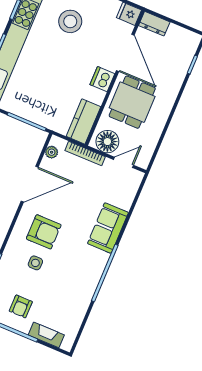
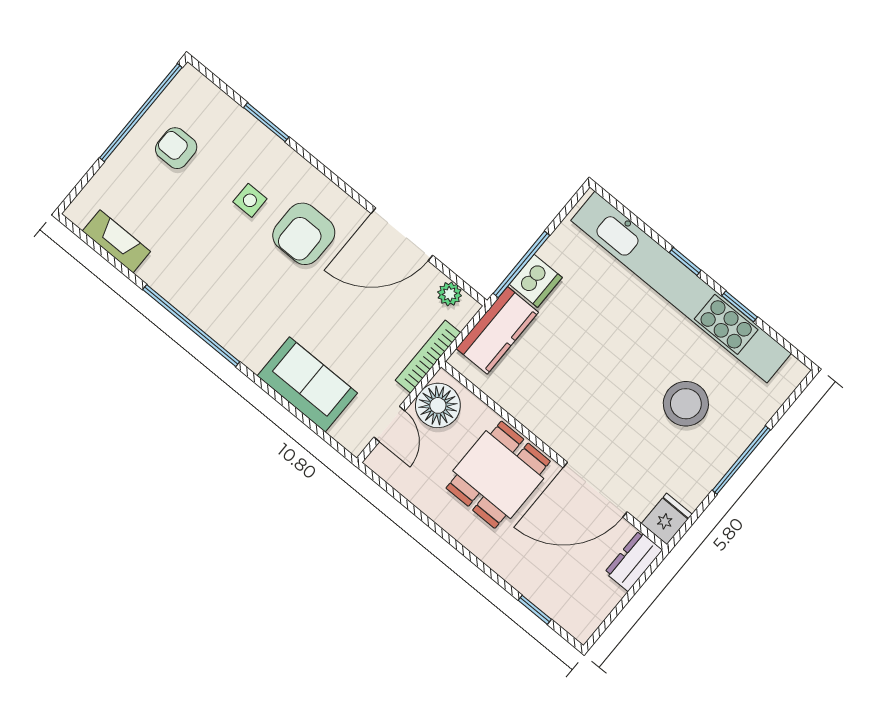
dishwasher: (102, 79) -> (536, 281), moved, turned 90
dining table: (132, 102) -> (498, 475), turned 90
kitchen counter: (83, 122) -> (497, 330), moved, turned 90
door: (30, 184) -> (402, 234), hinge flipped
sofa: (108, 228) -> (307, 384), moved
fireplace: (46, 335) -> (116, 241), moved, turned -90

